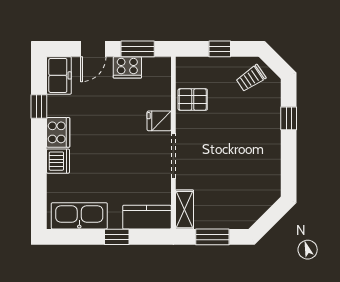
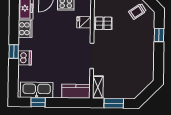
window: (39, 107) -> (14, 52), moved
fridge: (159, 121) -> (84, 22), moved
cooker: (58, 132) -> (25, 29), moved
window: (117, 237) -> (38, 102), moved

